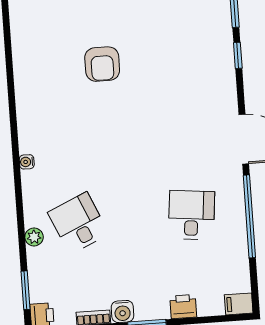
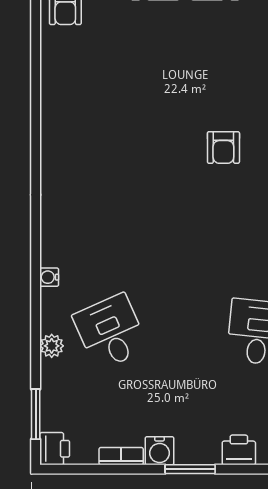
armchair: (102, 64) -> (223, 147), moved, width x0.72, depth x0.72
water cooler: (27, 162) -> (49, 277), moved

